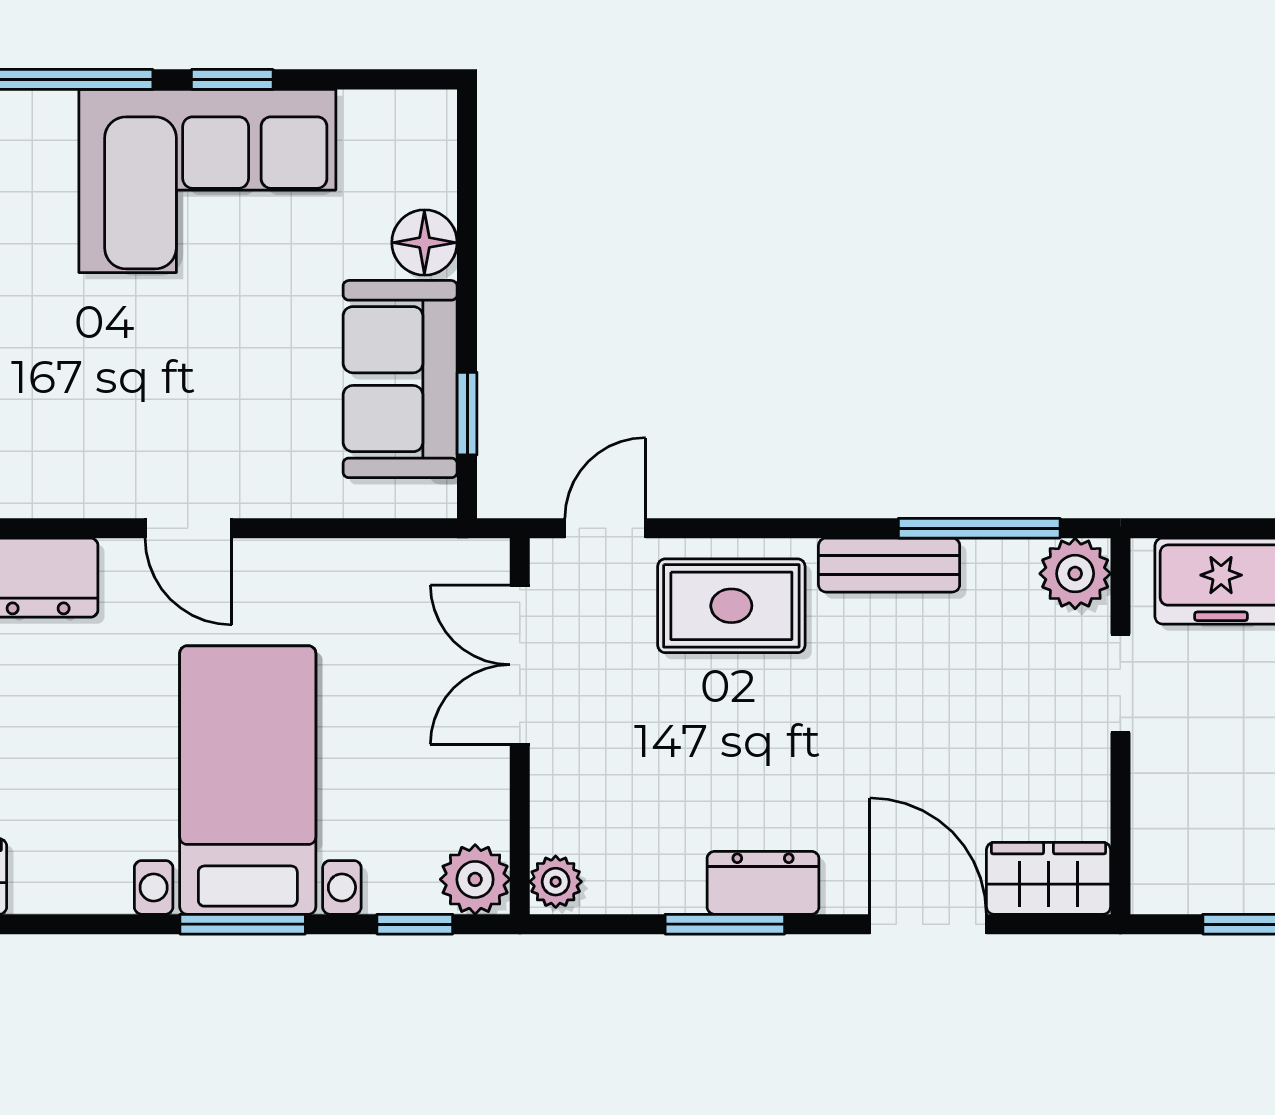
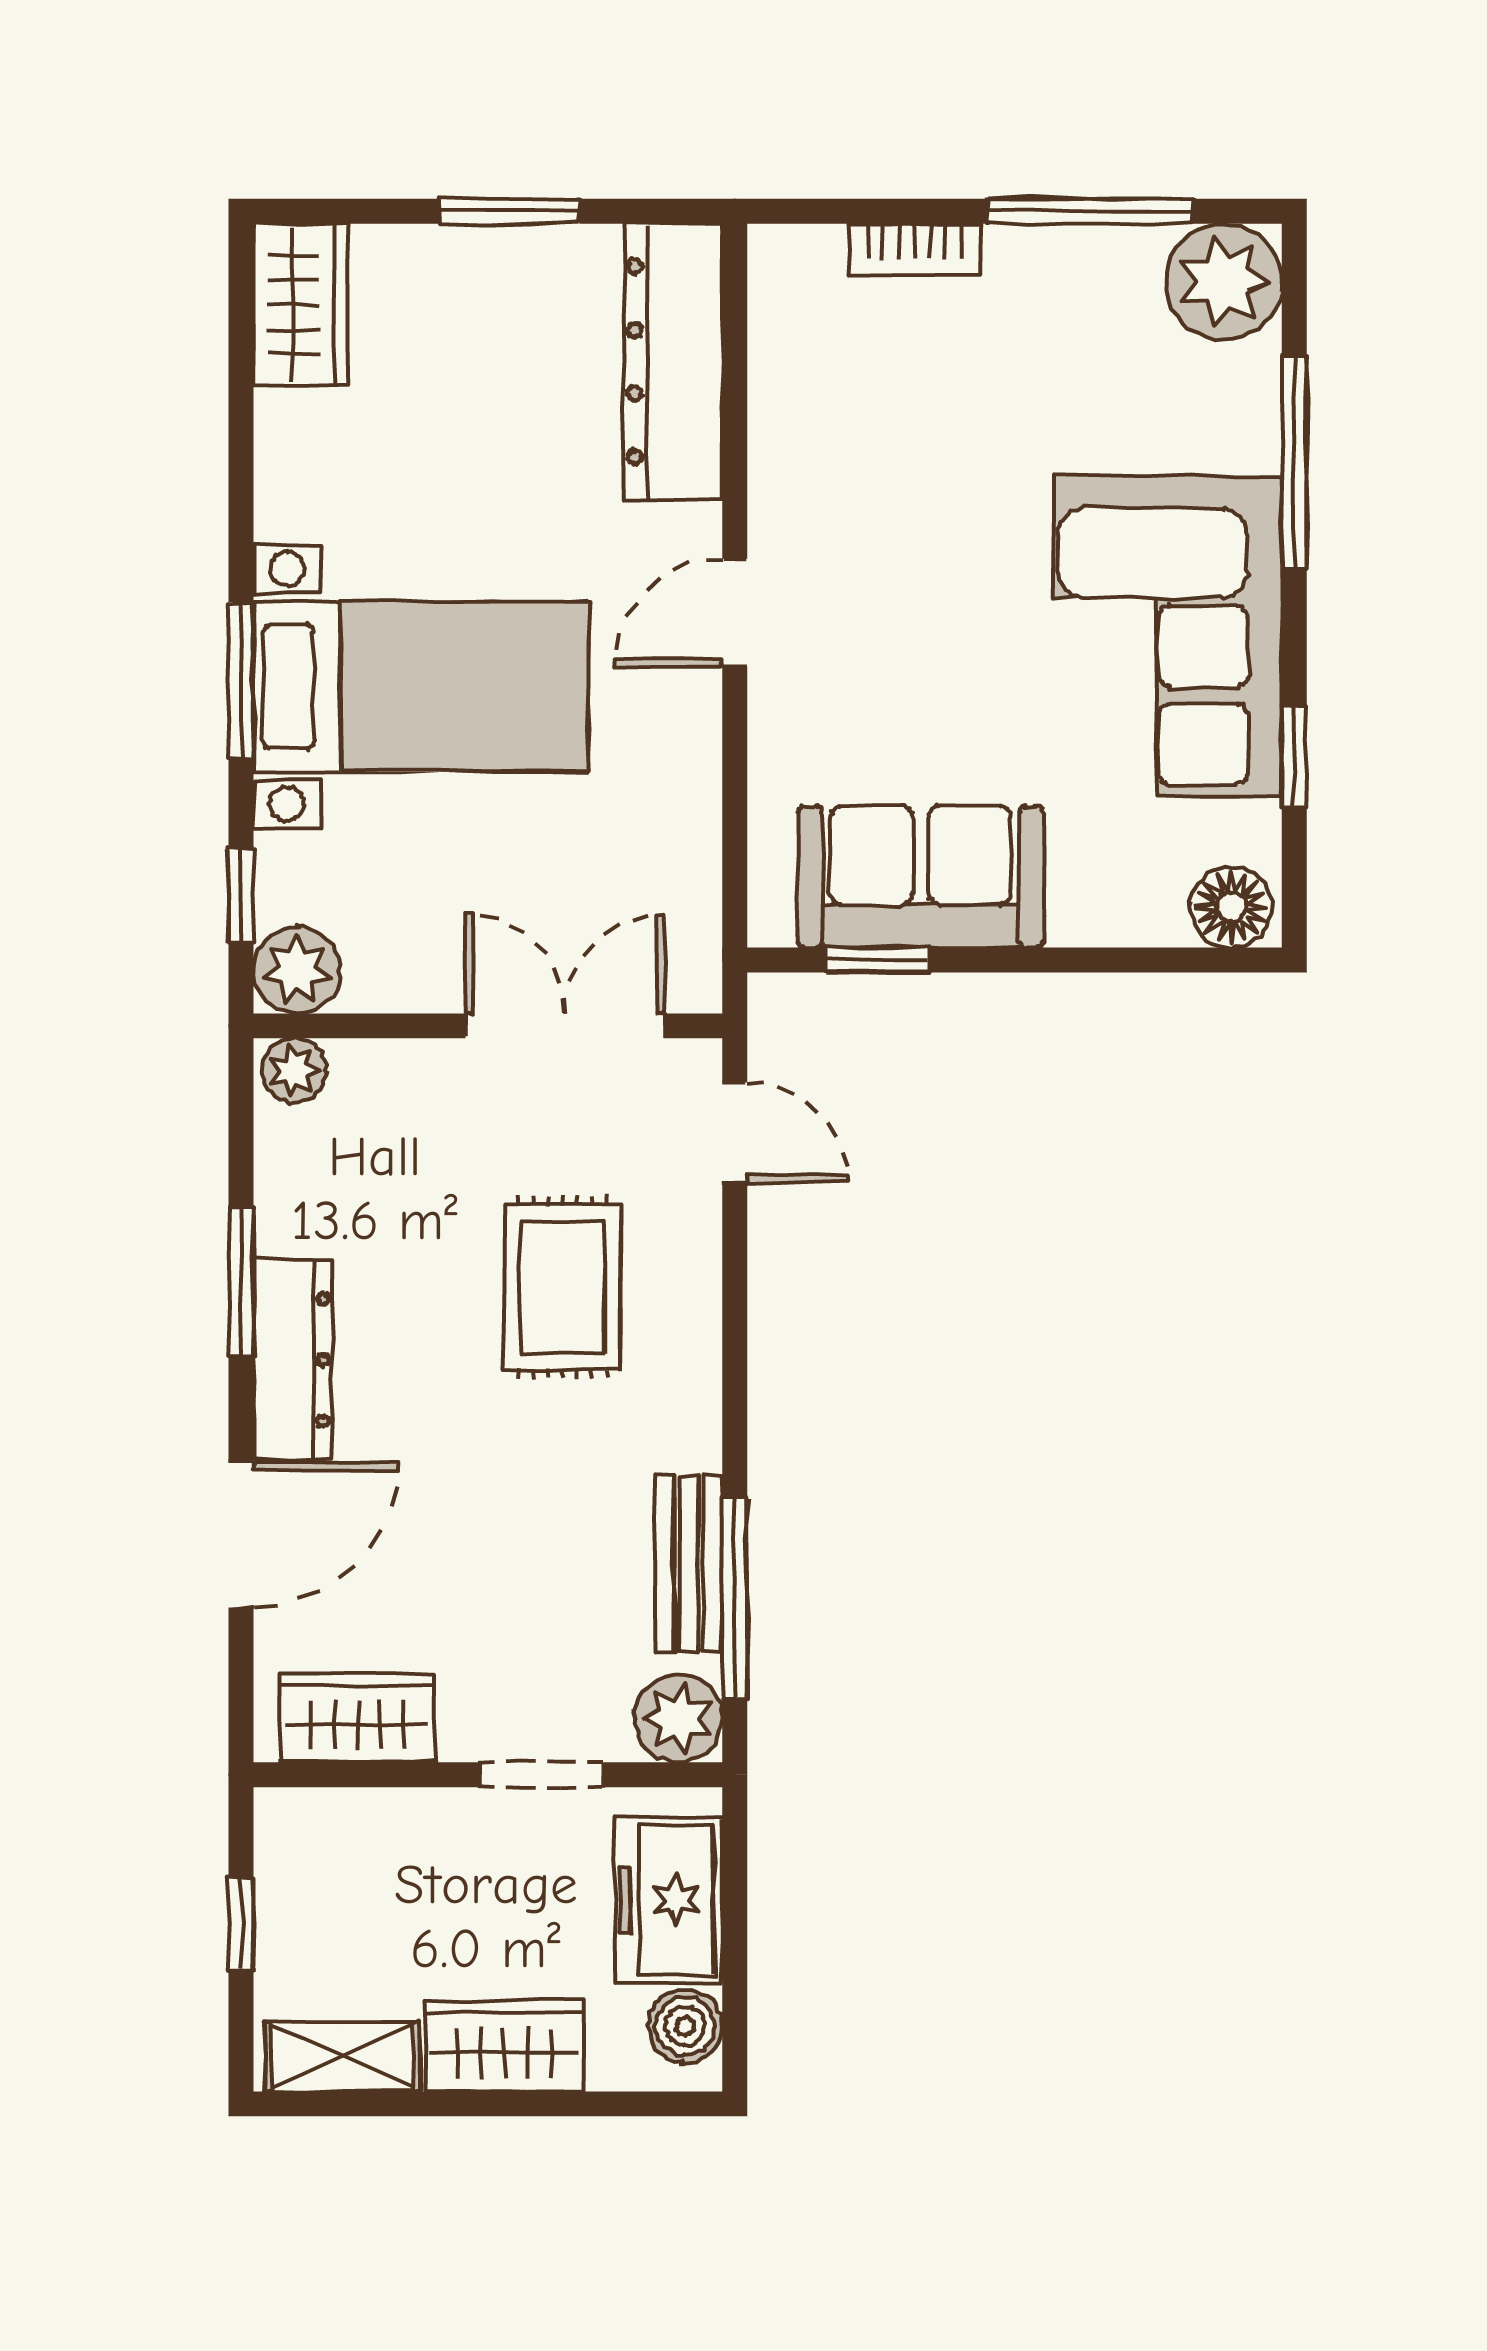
window: (232, 79) -> (1294, 756), moved
floor lamp: (424, 243) -> (1231, 907), moved
bench: (889, 565) -> (689, 1564), moved
rug: (731, 606) -> (562, 1287), moved
wardrobe: (1049, 878) -> (357, 1718), moved, turned -90
dresser: (763, 883) -> (293, 1360), width x1.44

